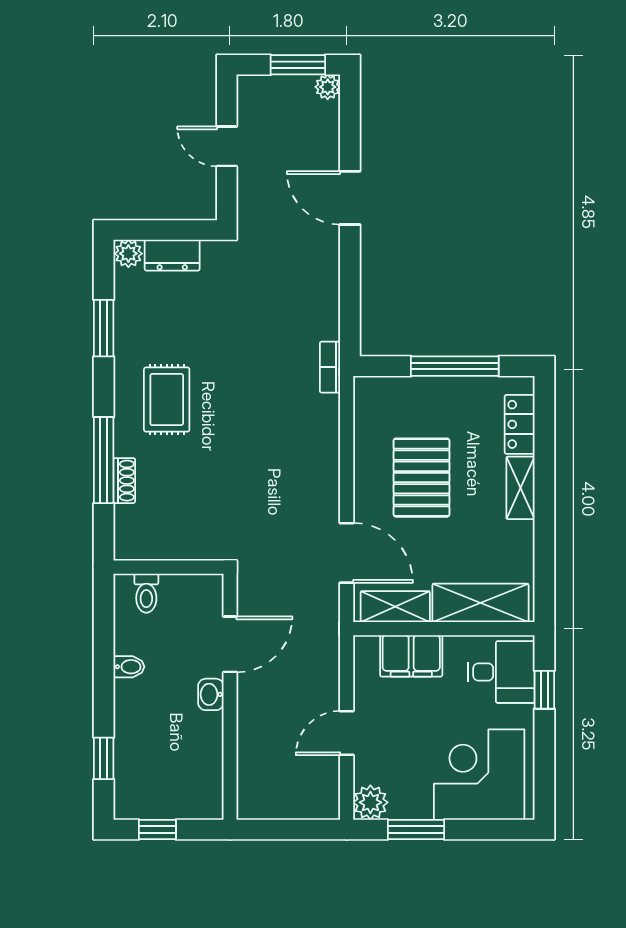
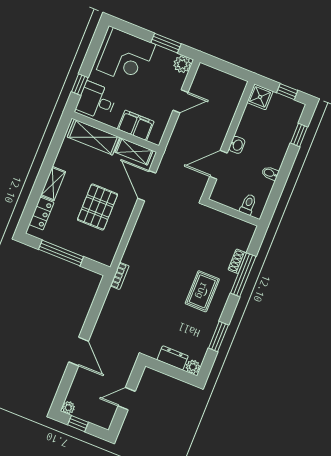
window: (298, 65) -> (78, 424), width x0.67
door: (227, 146) -> (127, 399), swing flipped
shower: (203, 800) -> (260, 97), added

